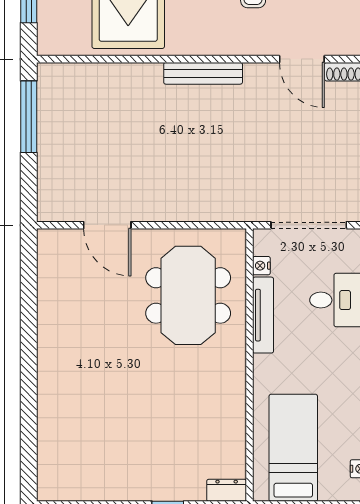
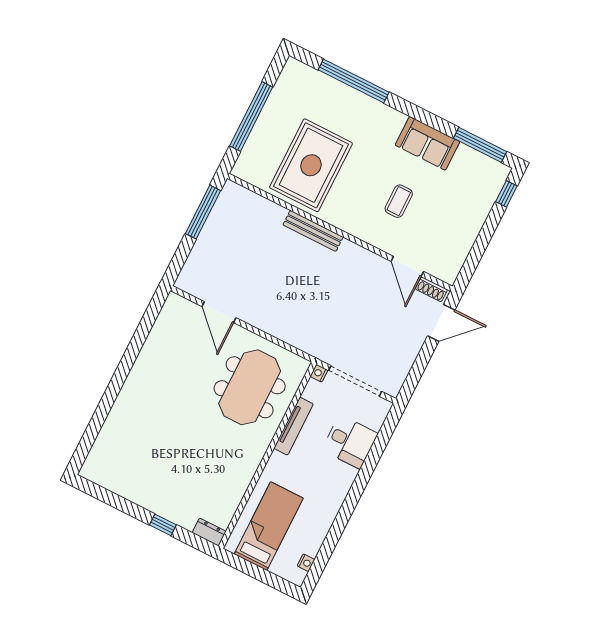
bench: (203, 73) -> (313, 231), moved
nightstand: (261, 266) -> (319, 373), moved

